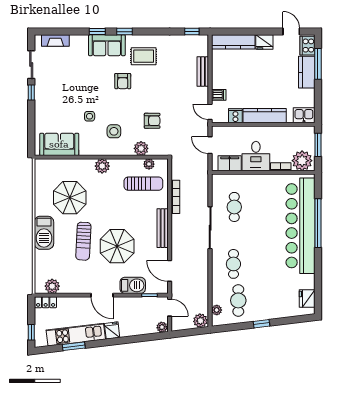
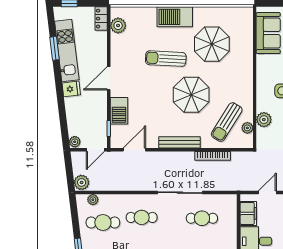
plant: (102, 166) -> (245, 78), removed
sun lounger: (143, 184) -> (227, 122), turned 32
parasol: (117, 246) -> (191, 95), moved

